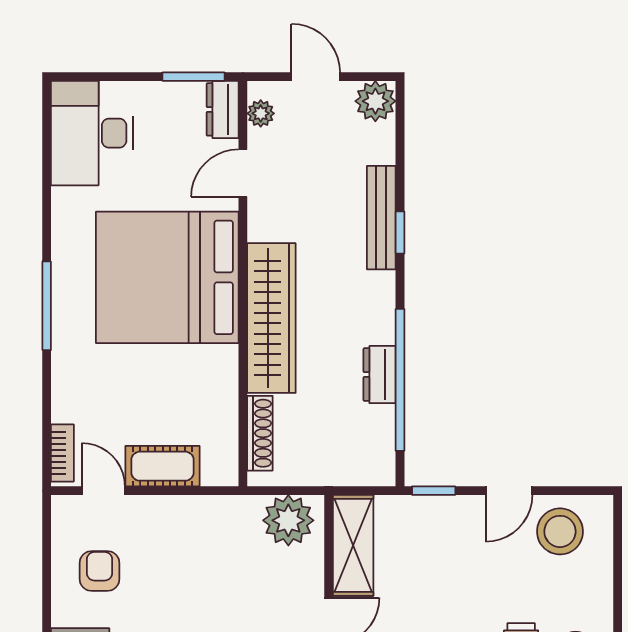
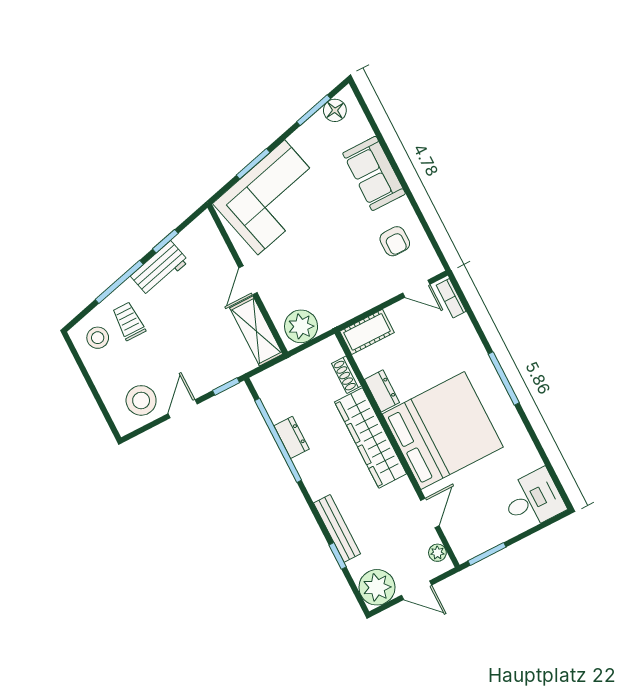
plant: (375, 101) -> (377, 587), width x1.36, depth x1.36
dresser: (223, 109) -> (382, 391), moved
desk: (92, 133) -> (533, 500), width x0.73
window: (400, 233) -> (338, 556), moved
shoe rack: (260, 433) -> (346, 375), width x0.70
cot: (163, 466) -> (367, 332), moved

